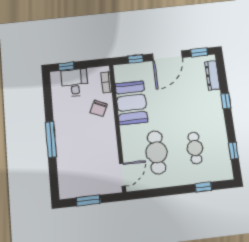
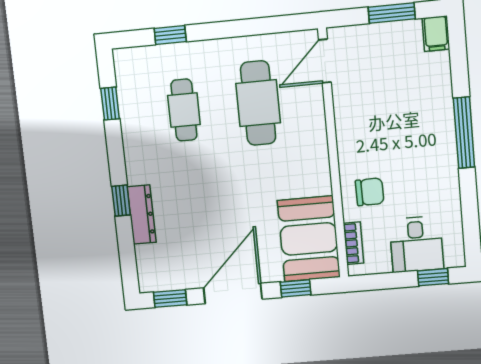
dresser: (212, 75) -> (142, 214), moved
booth: (131, 103) -> (309, 239), moved
chair: (99, 108) -> (370, 192), turned 65
filing cabinet: (65, 190) -> (436, 34), added

